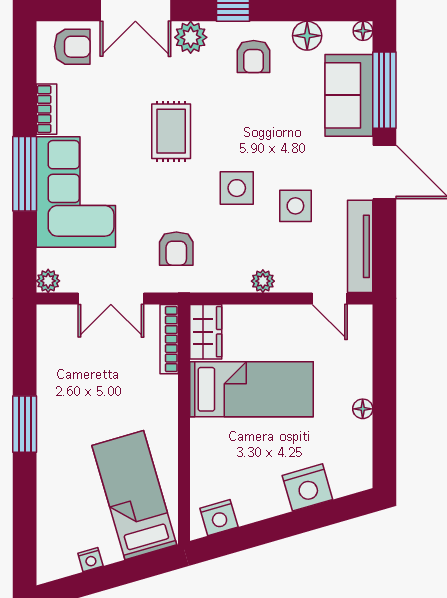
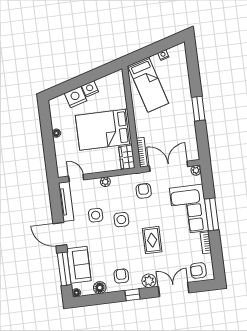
double door: (111, 298) -> (169, 166), width x1.37
bed: (251, 389) -> (104, 130), width x1.50
nightstand: (219, 518) -> (90, 89), moved

